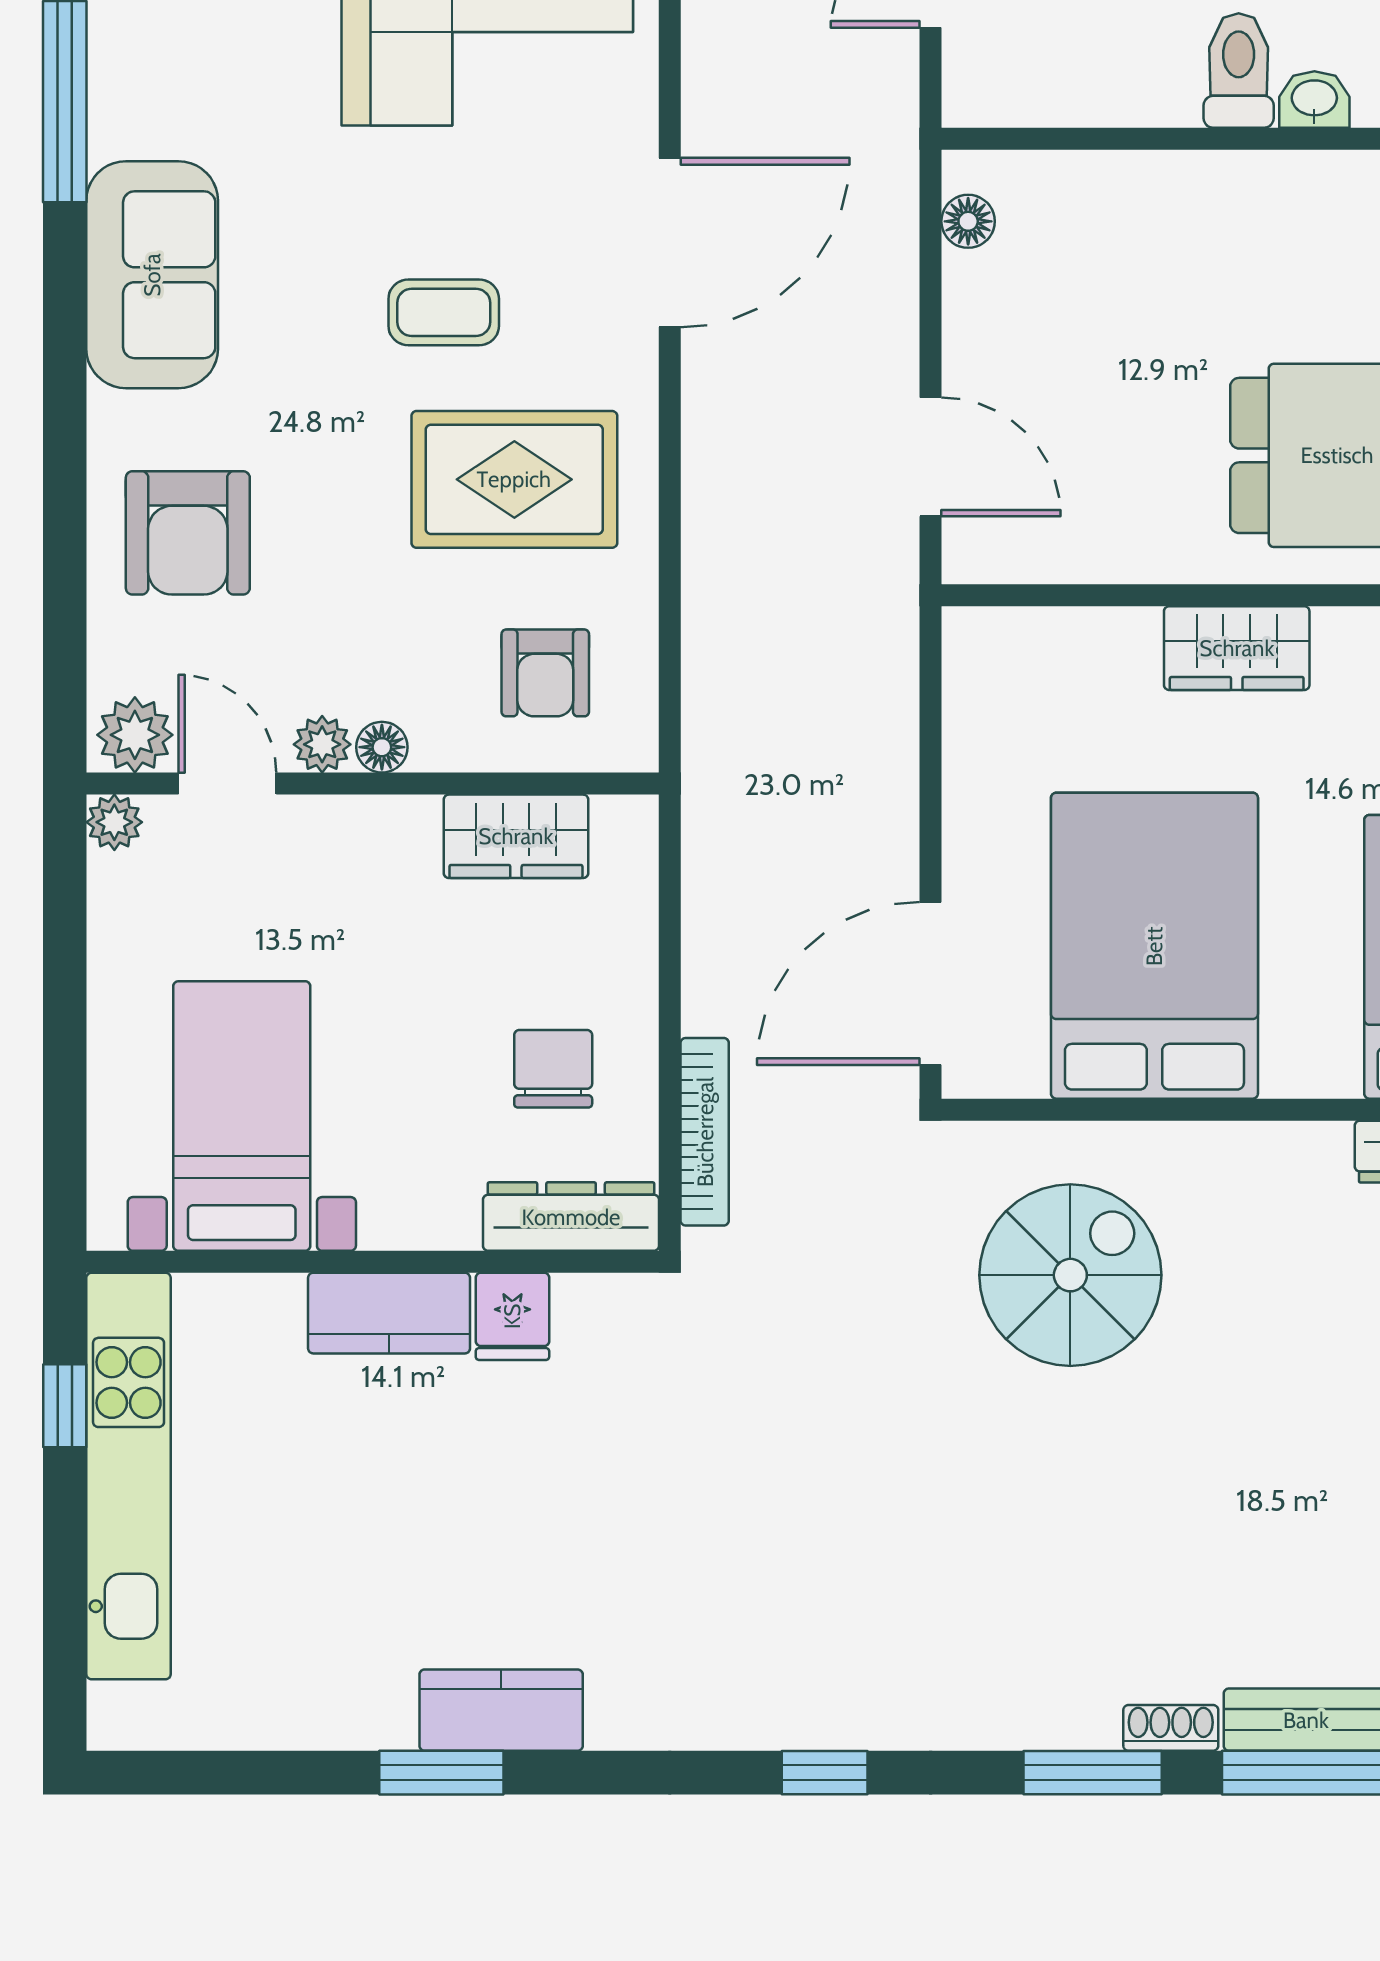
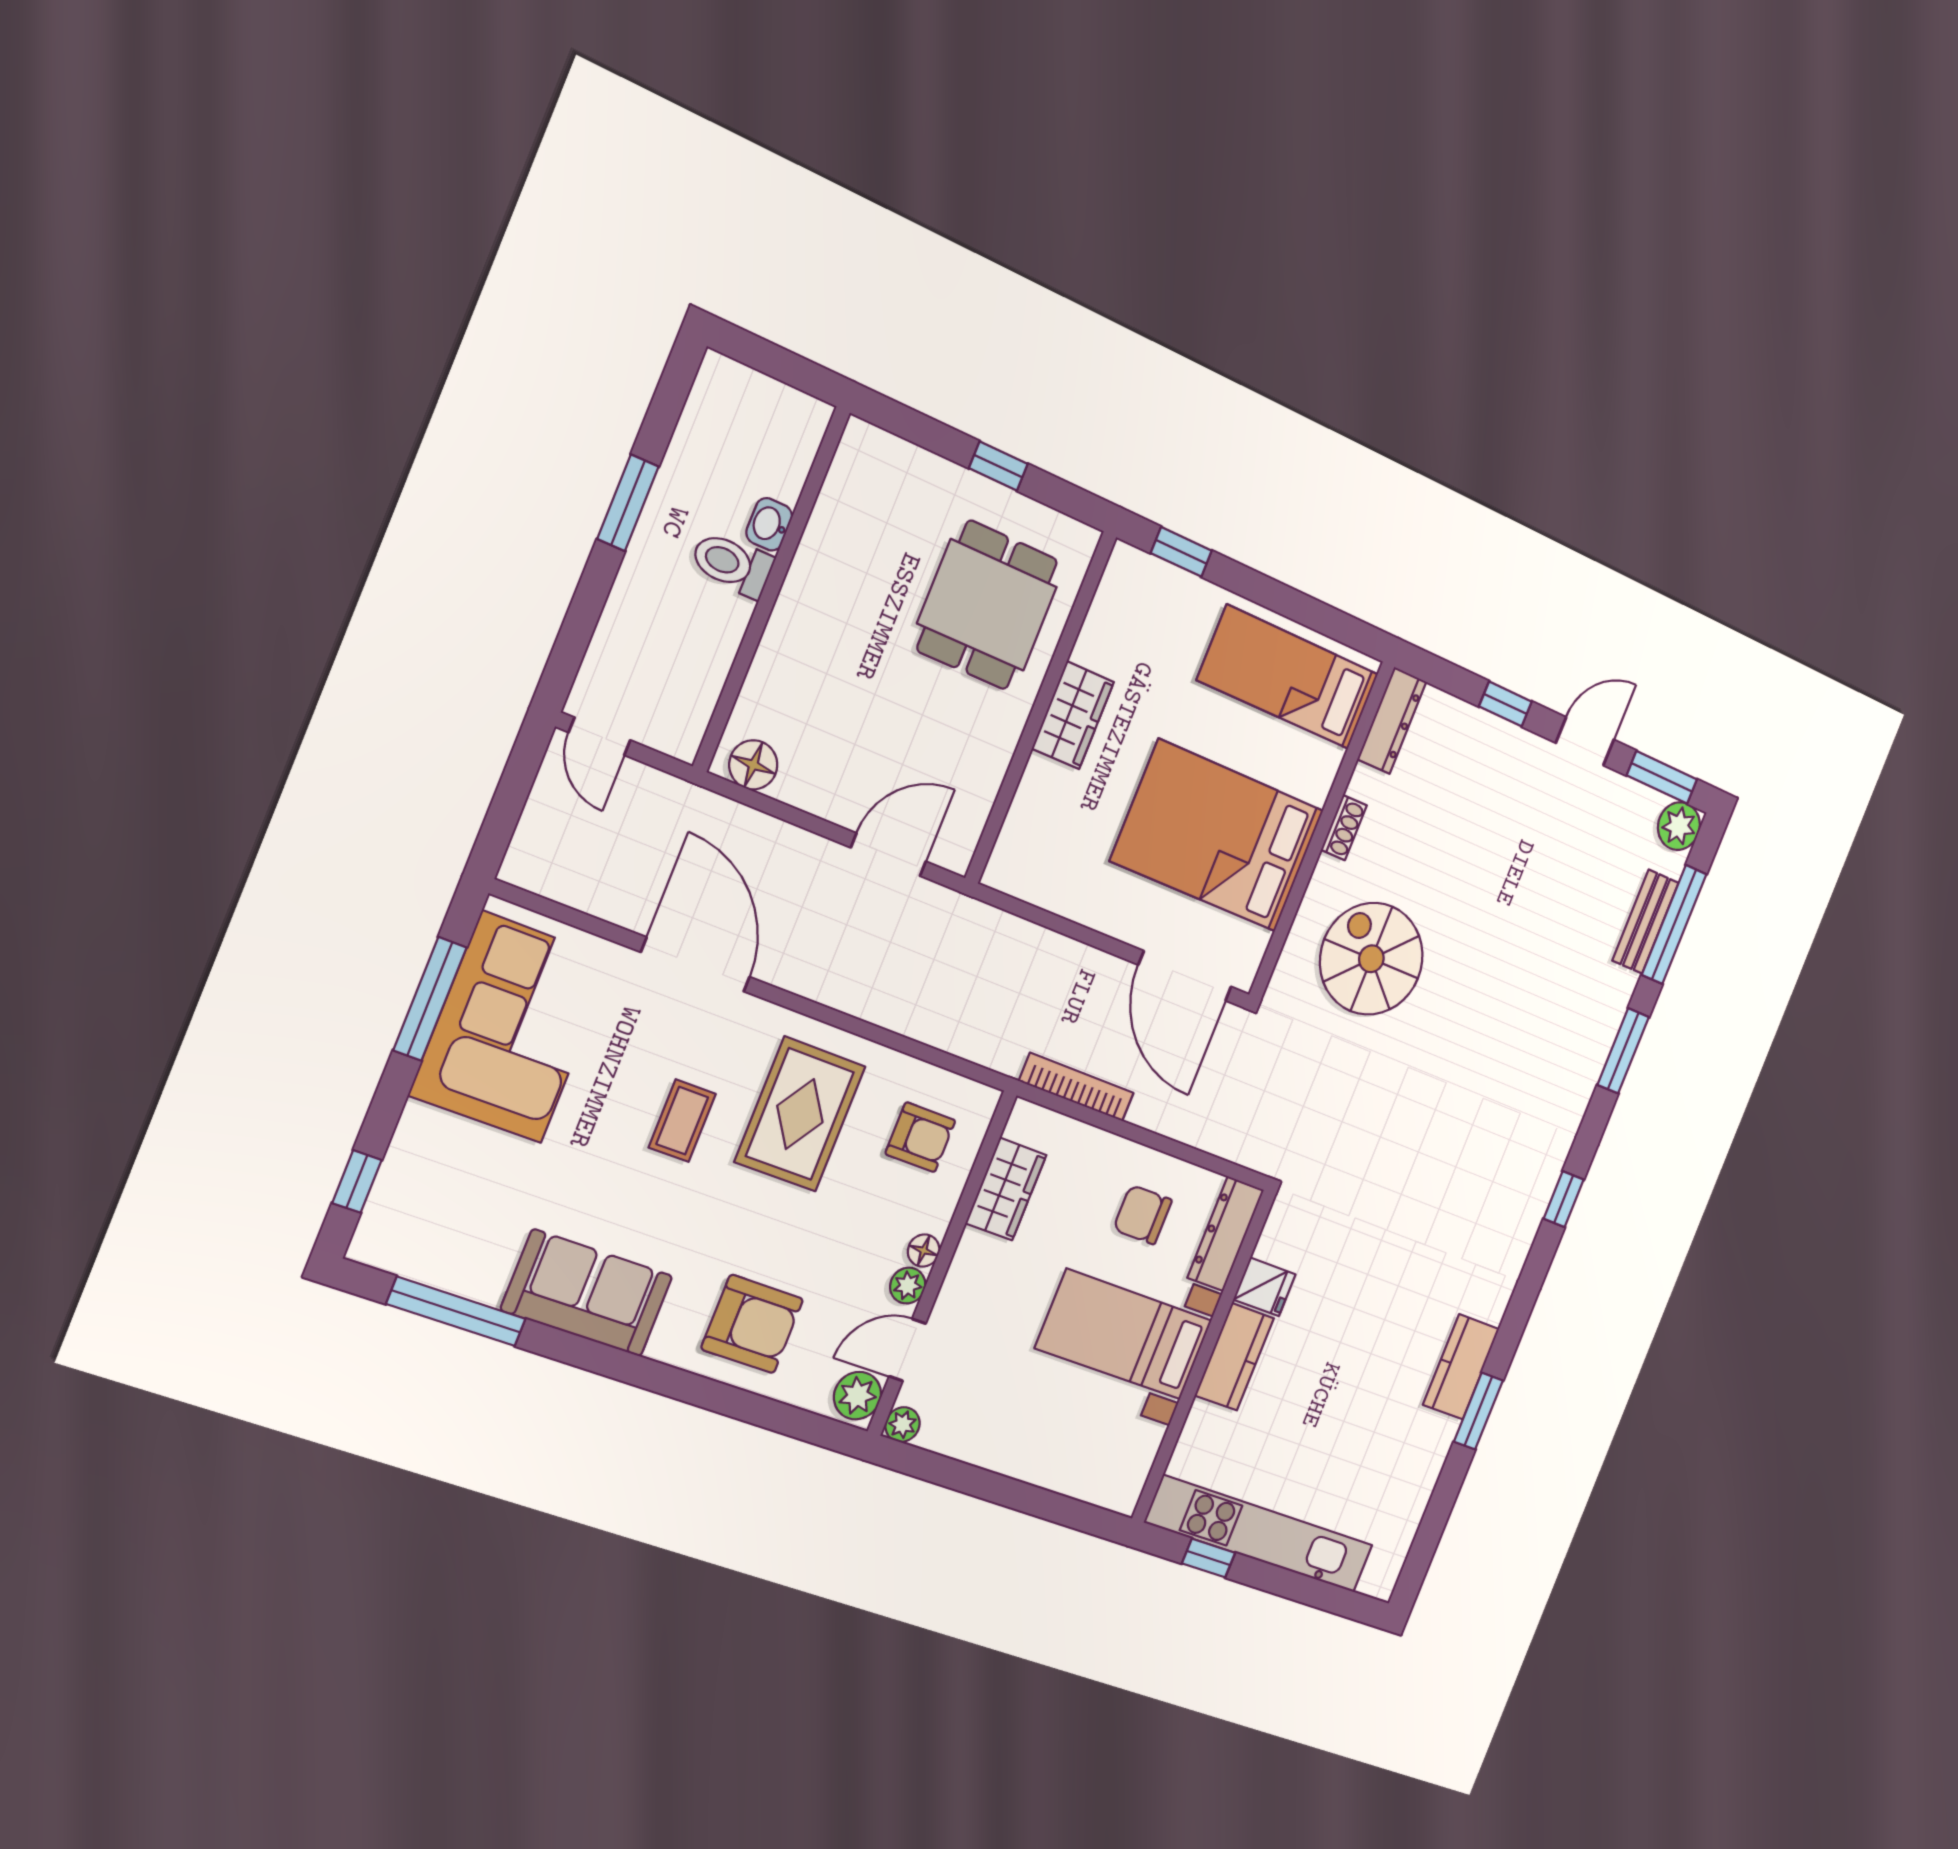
floor lamp: (968, 221) -> (753, 765), width x1.37, depth x1.37
bed with nightstands: (242, 1116) -> (1124, 1334), moved
bookcase: (705, 1132) -> (1076, 1087), moved
shoe rack: (1171, 1728) -> (1344, 828), moved, turned 180

